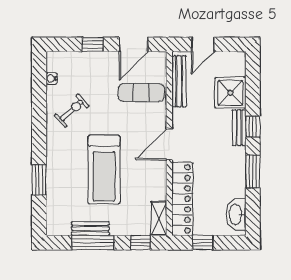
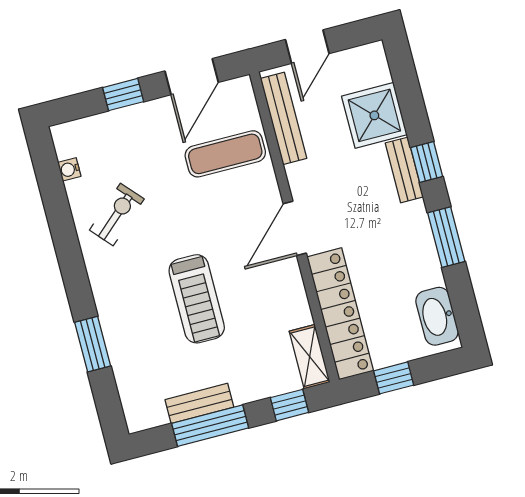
treadmill: (104, 170) -> (197, 299), width x0.73, depth x0.73

